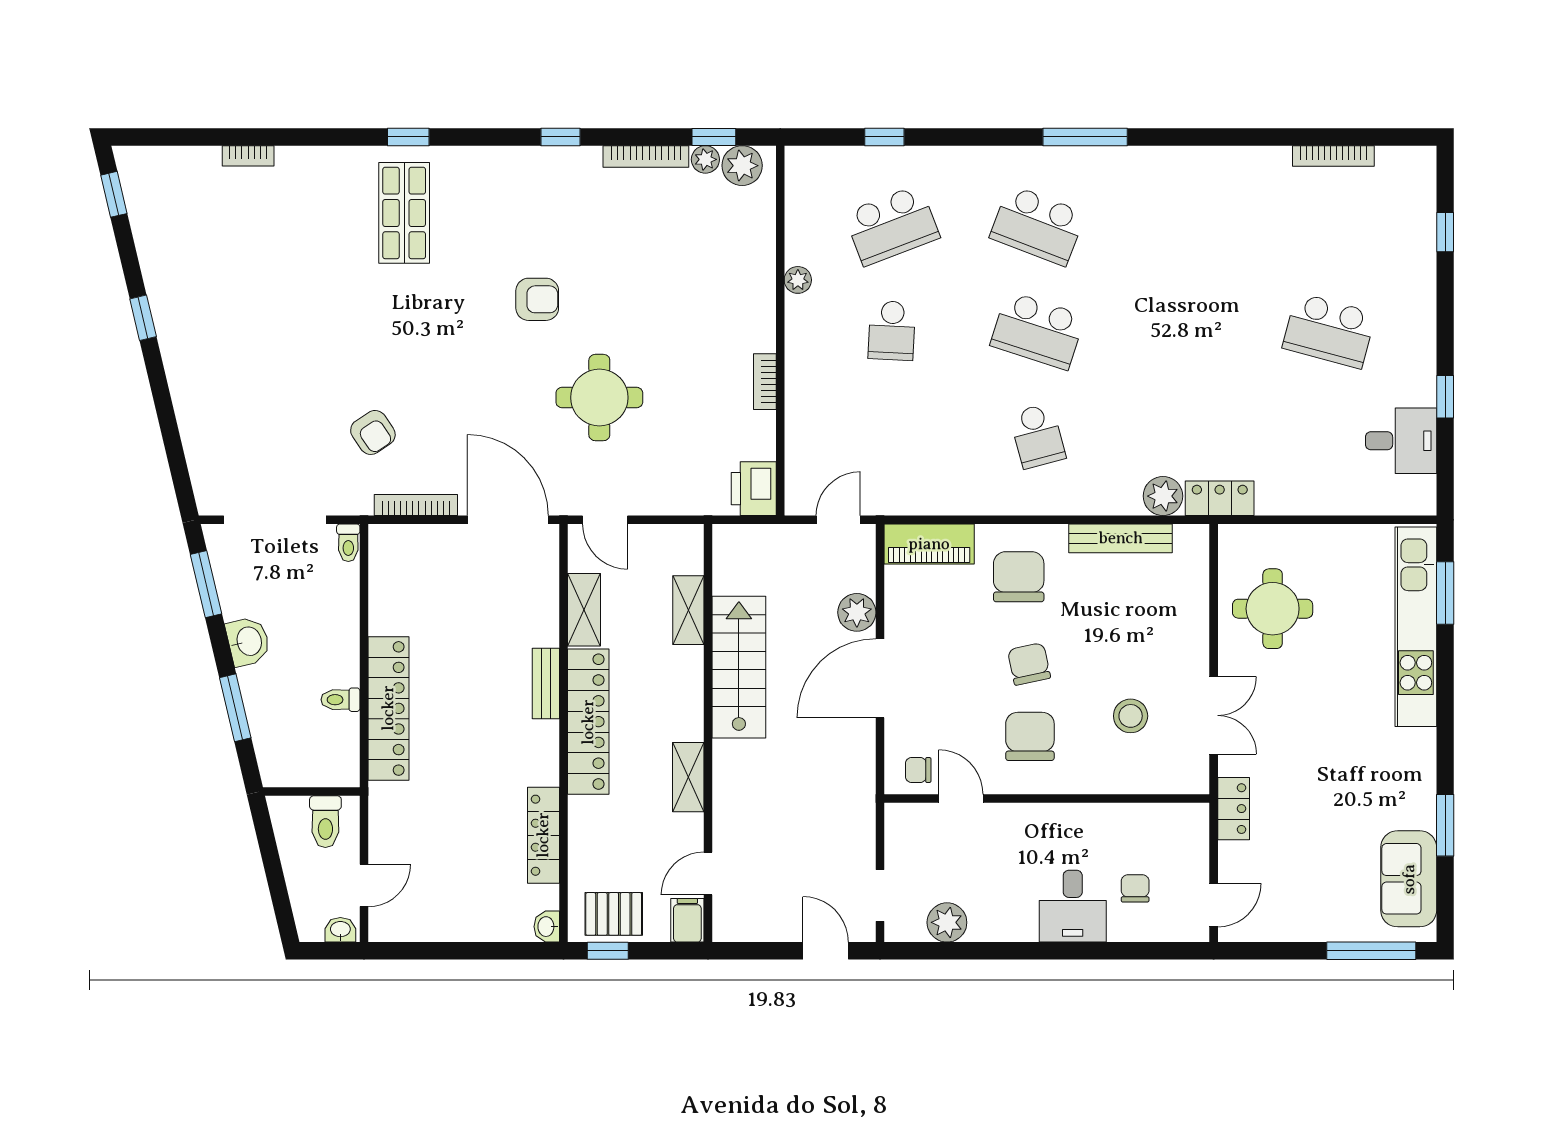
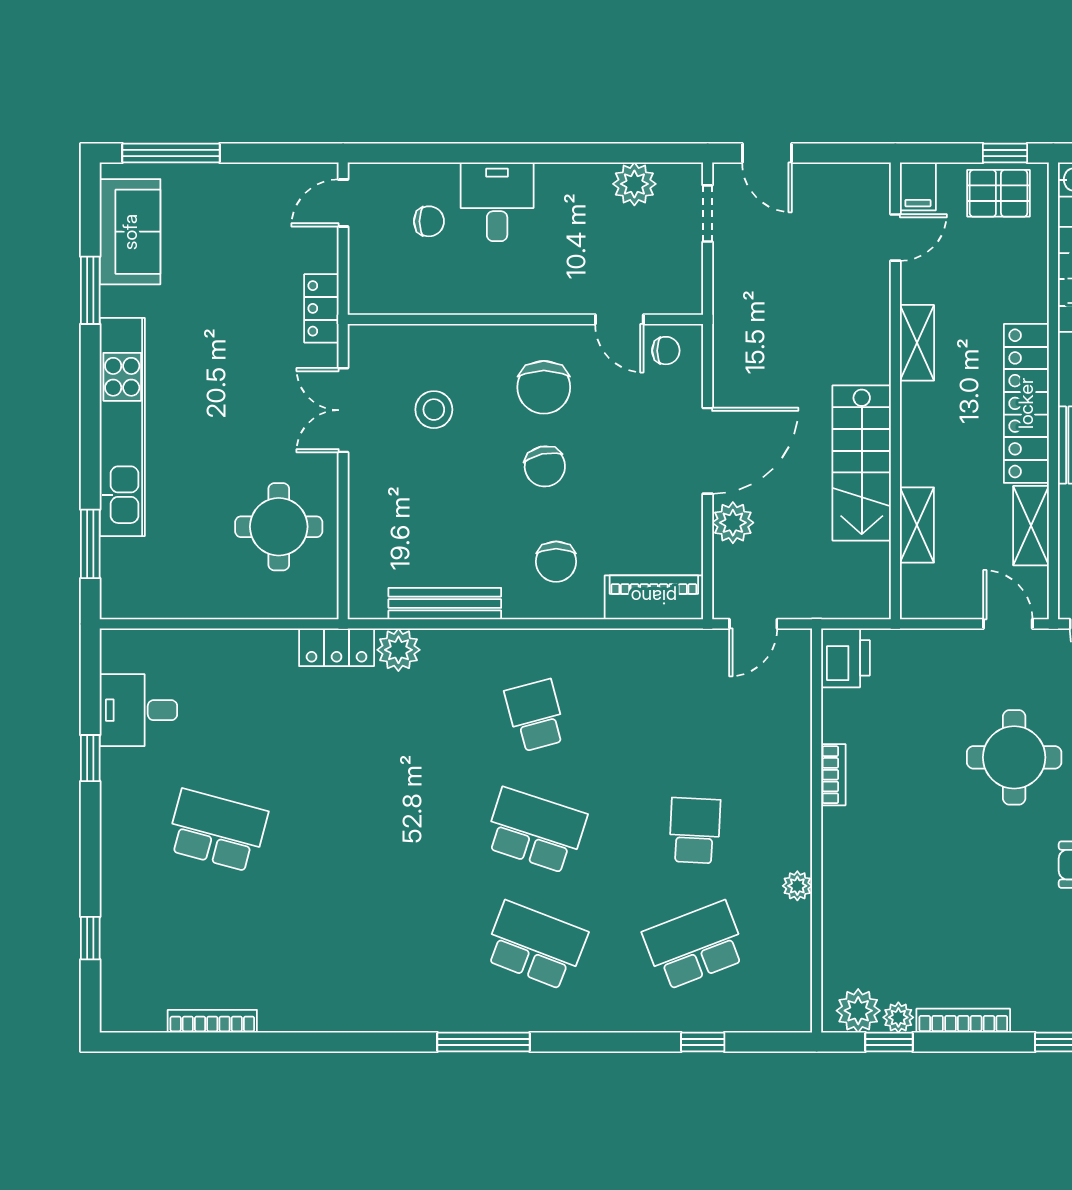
chair: (1019, 577) -> (556, 562), width x0.73, depth x0.73
kitchen unit: (1416, 627) -> (122, 427), moved
chair: (1135, 888) -> (429, 221), turned -90

